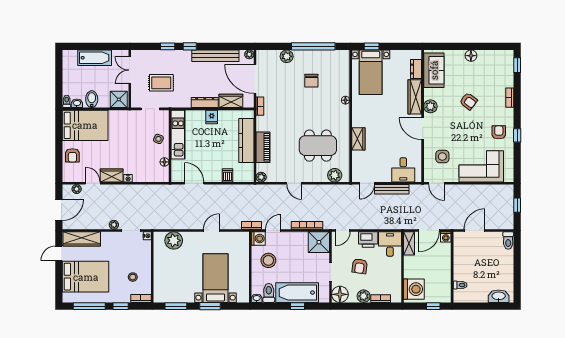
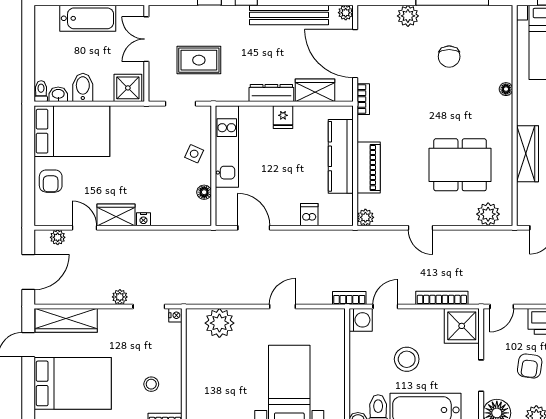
wardrobe: (358, 139) -> (527, 154), width x1.50
stool: (268, 260) -> (407, 359), moved

